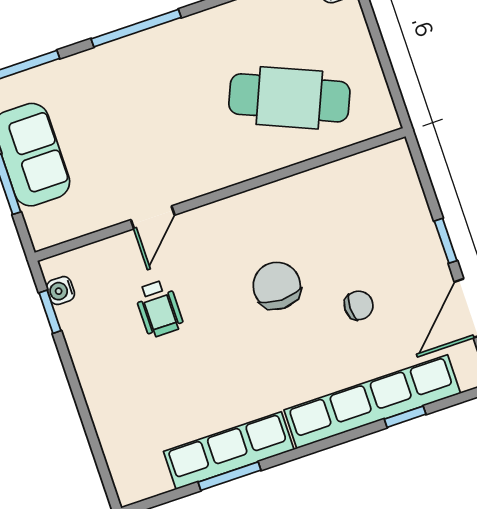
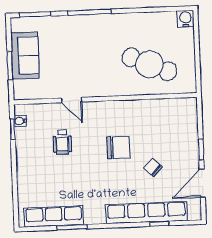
door: (153, 217) -> (72, 100), hinge flipped
chair: (277, 286) -> (119, 148), turned 90
chair: (359, 305) -> (153, 167), turned -135
row of seats: (229, 451) -> (54, 217), moved

